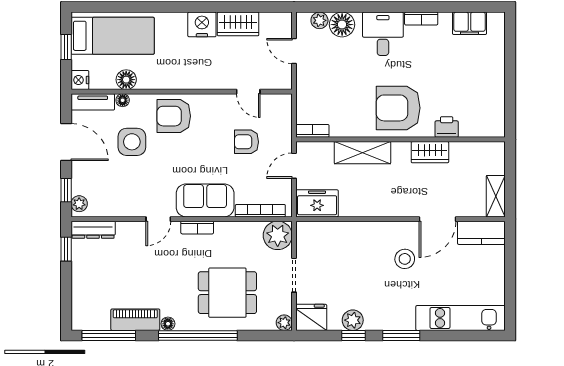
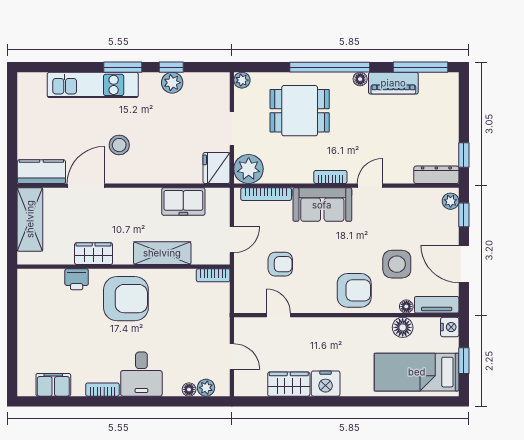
floor lamp: (342, 25) -> (189, 389), width x0.53, depth x0.53
shelving: (496, 196) -> (30, 219), width x1.50, depth x1.33
freezer: (317, 203) -> (183, 202), moved
fridge: (311, 317) -> (216, 168), moved, turned 90
kitchen unit: (460, 318) -> (93, 85), moved

